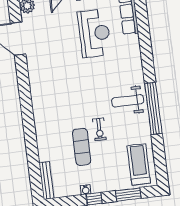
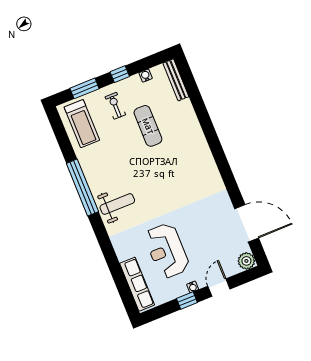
weight bench: (128, 101) -> (117, 204), moved
exercise bike: (99, 129) -> (115, 106), moved
water cooler: (86, 190) -> (146, 76), moved

